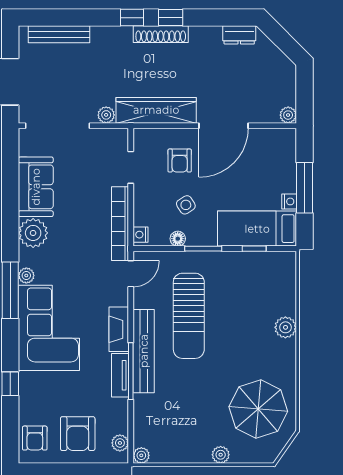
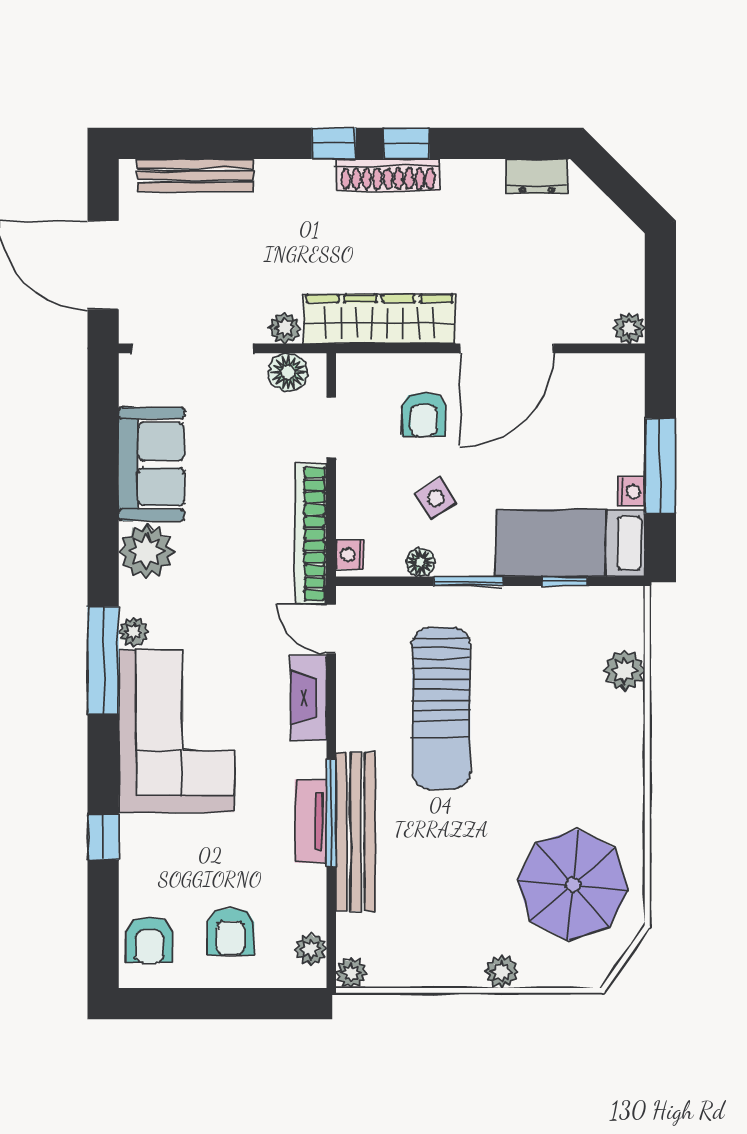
floor lamp: (108, 138) -> (288, 372), added
door: (131, 274) -> (331, 629), swing flipped
plant: (285, 327) -> (624, 670), moved
fireplace: (119, 329) -> (308, 698), moved
bench: (144, 351) -> (356, 832), moved
armchair: (78, 434) -> (231, 931), width x0.72, depth x0.72

